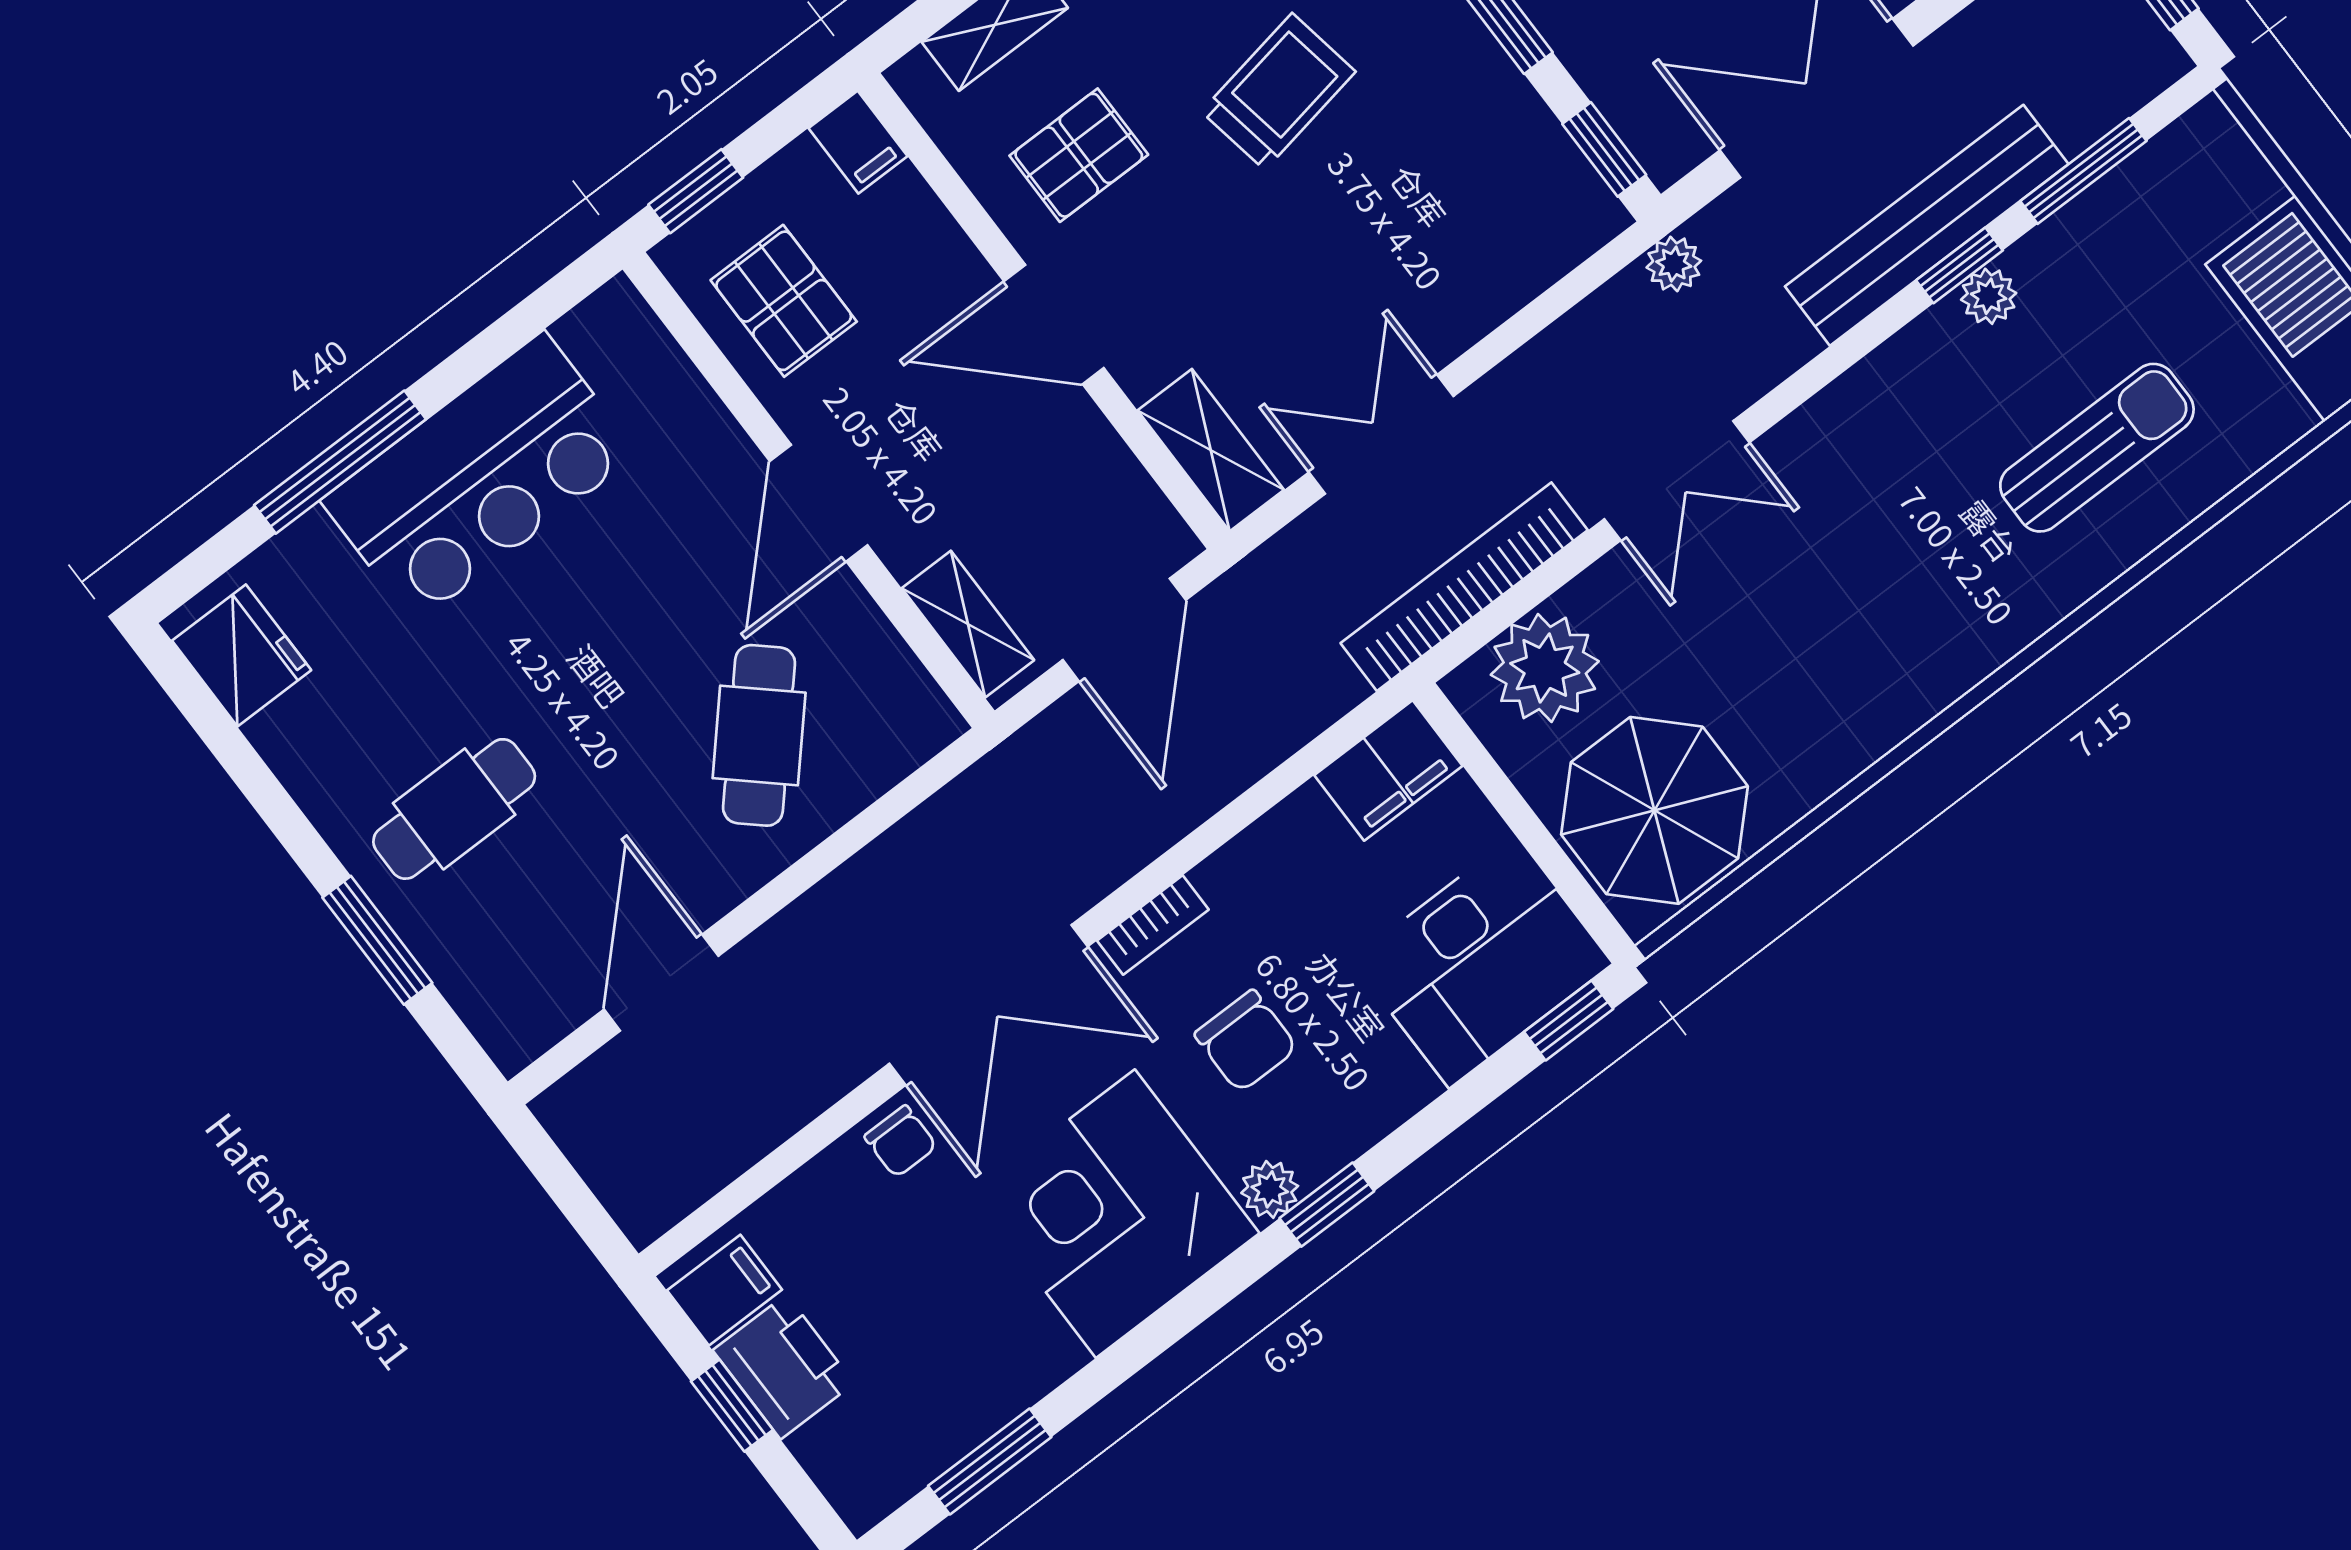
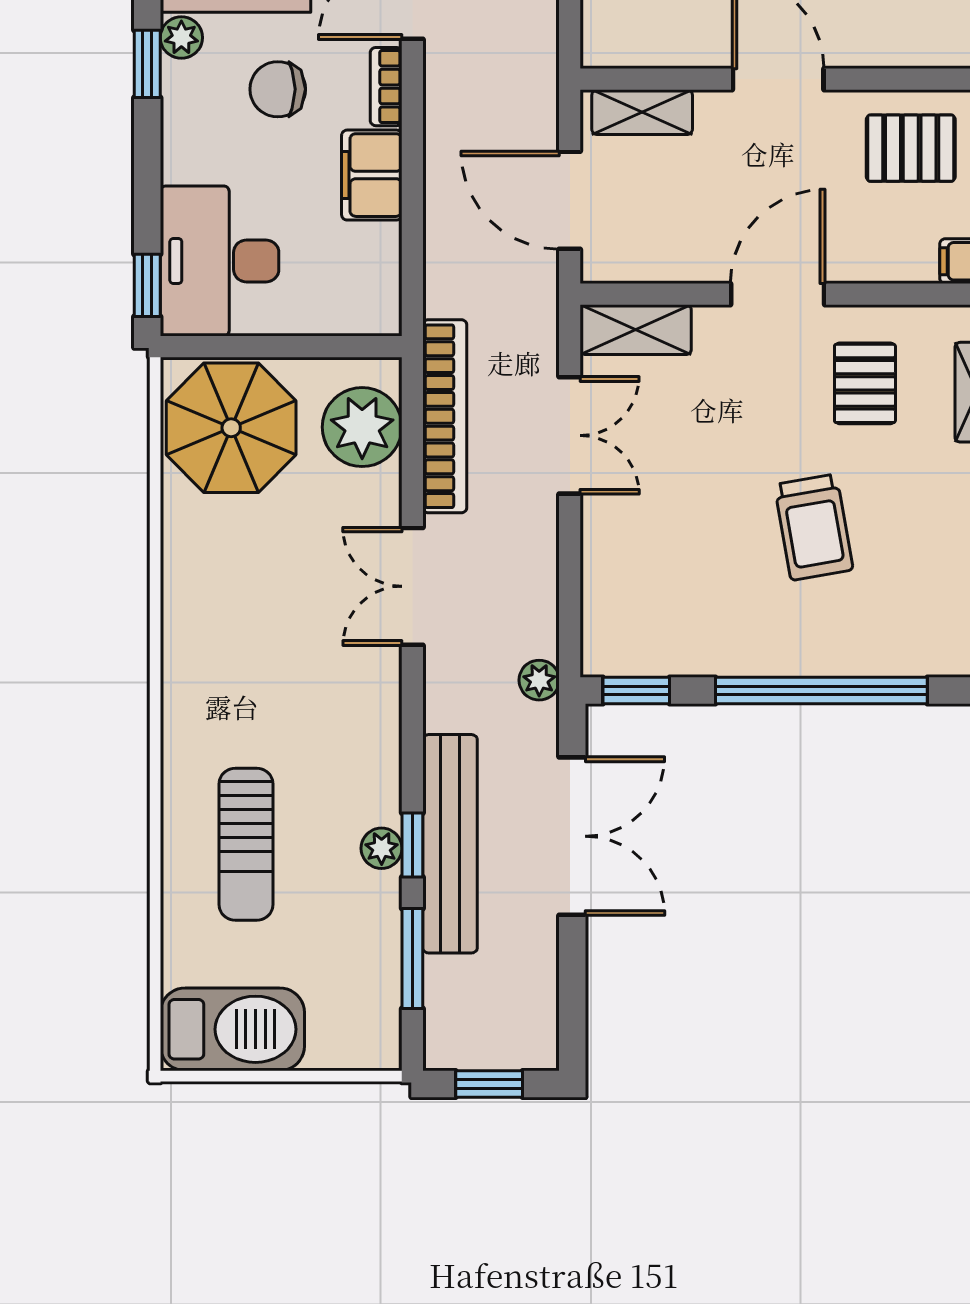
filing cabinet: (1388, 770) -> (372, 175), moved

